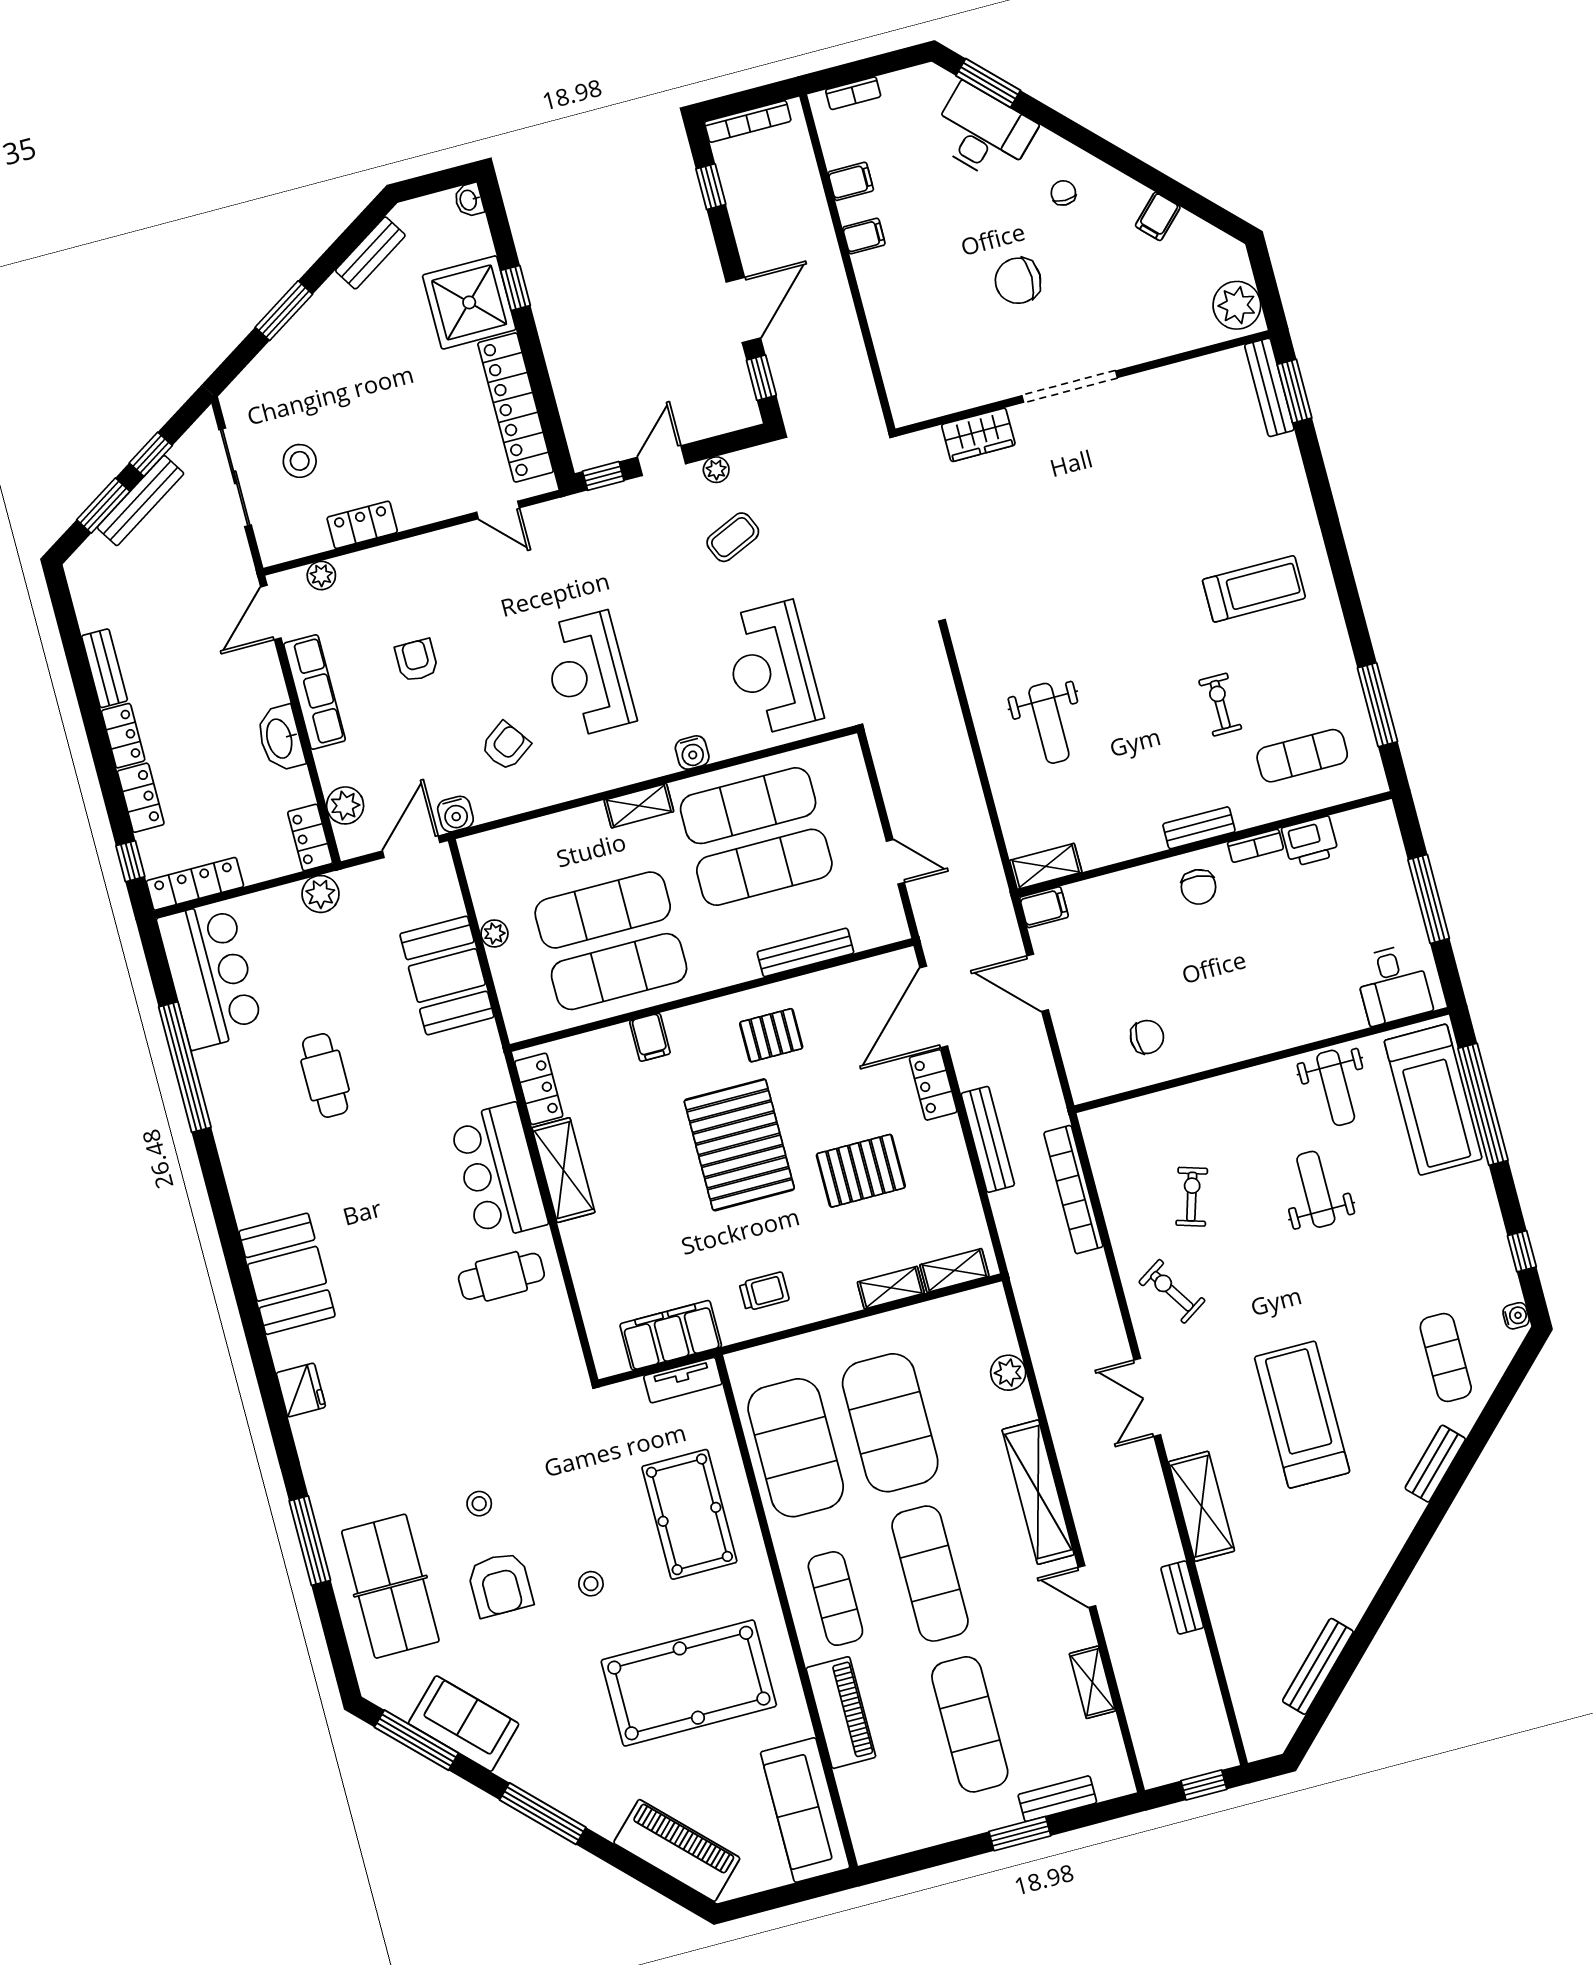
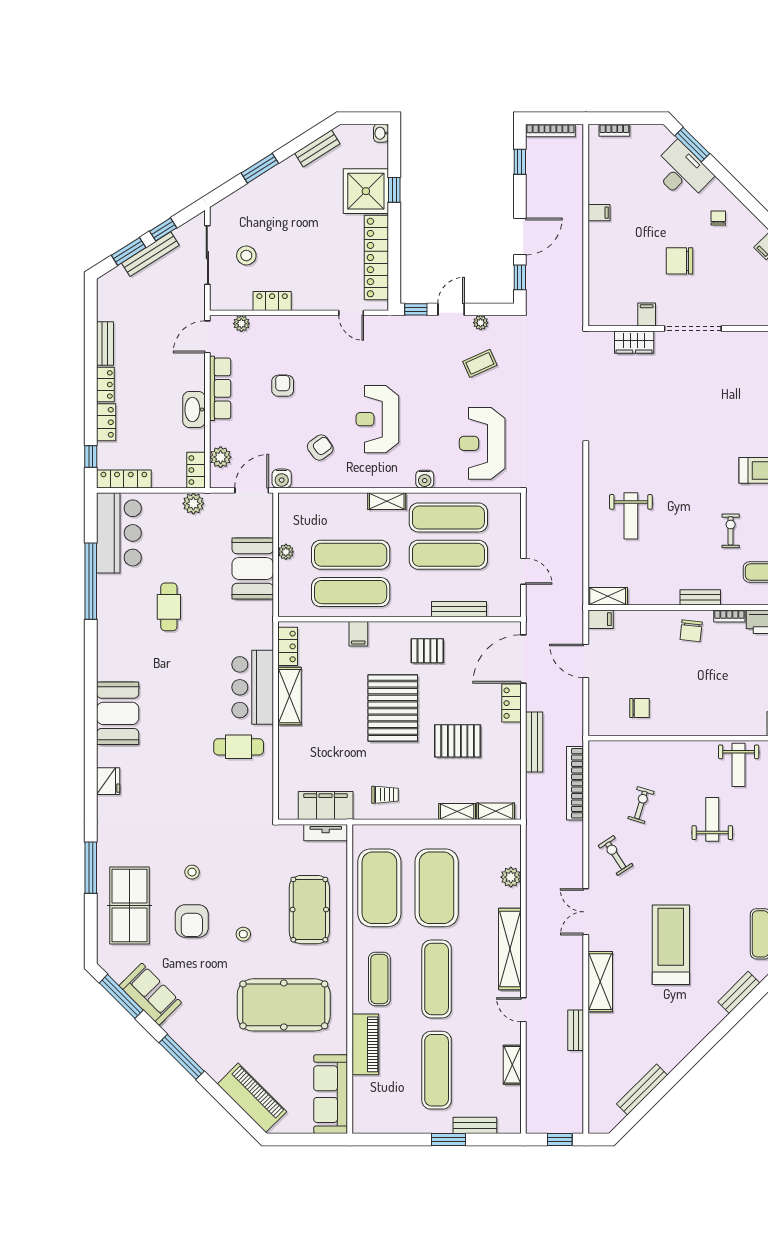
filing cabinet: (851, 181) -> (647, 314), moved, turned -90

